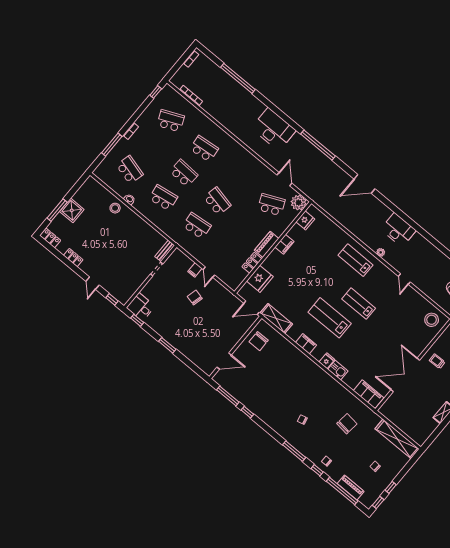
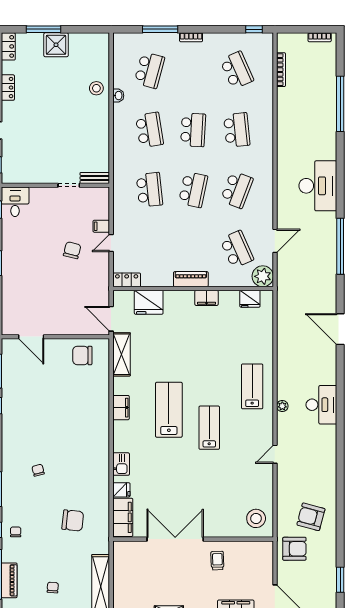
school desk: (238, 177) -> (237, 190), added
locker: (252, 263) -> (127, 280), moved
fridge: (327, 361) -> (121, 490), moved

